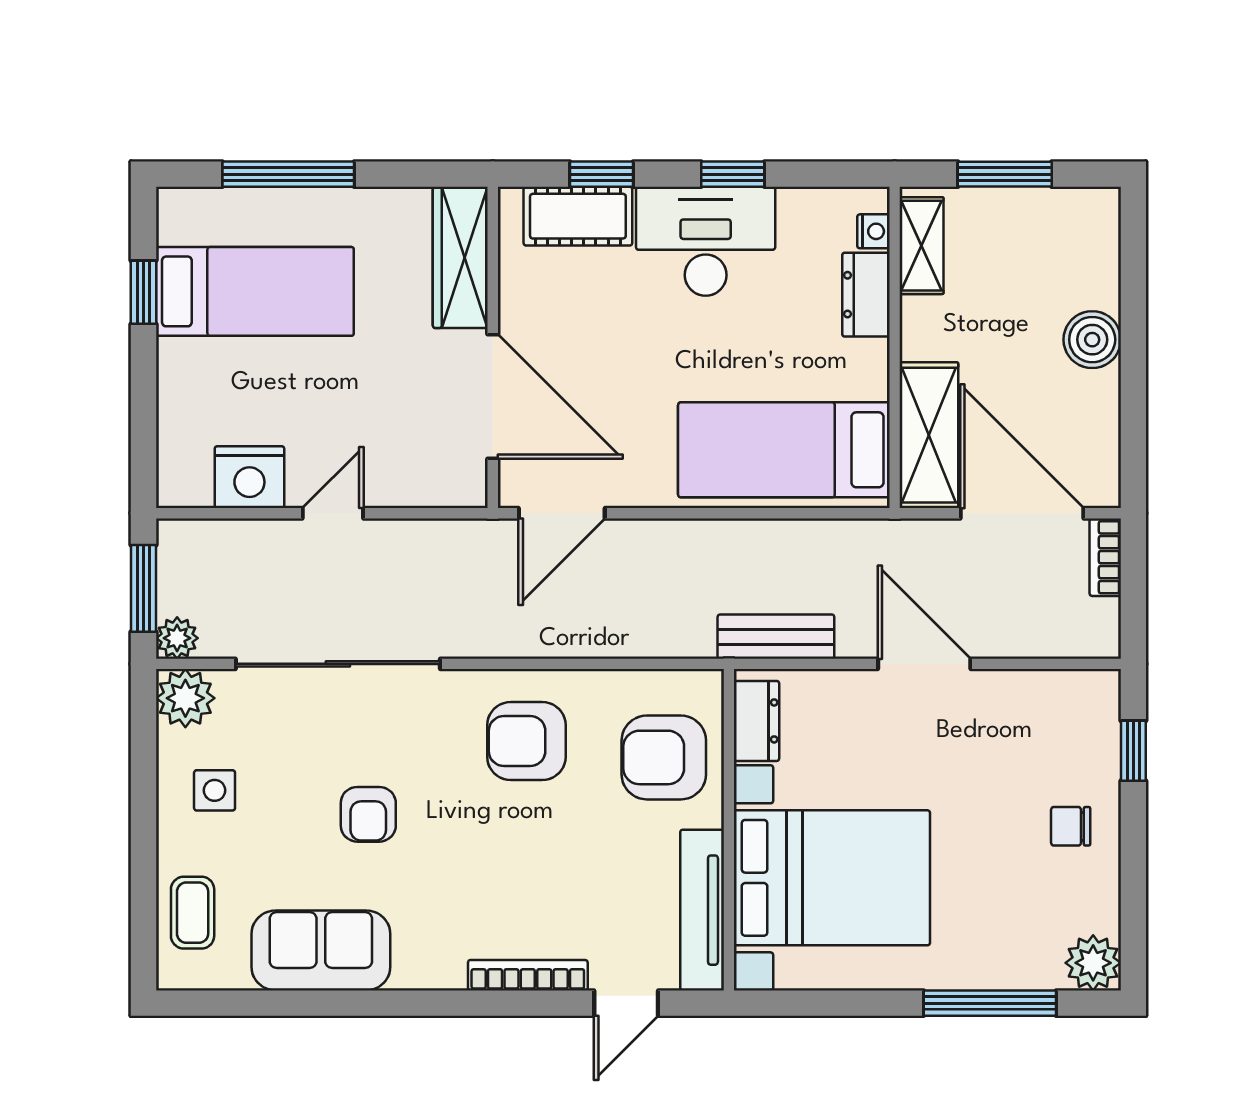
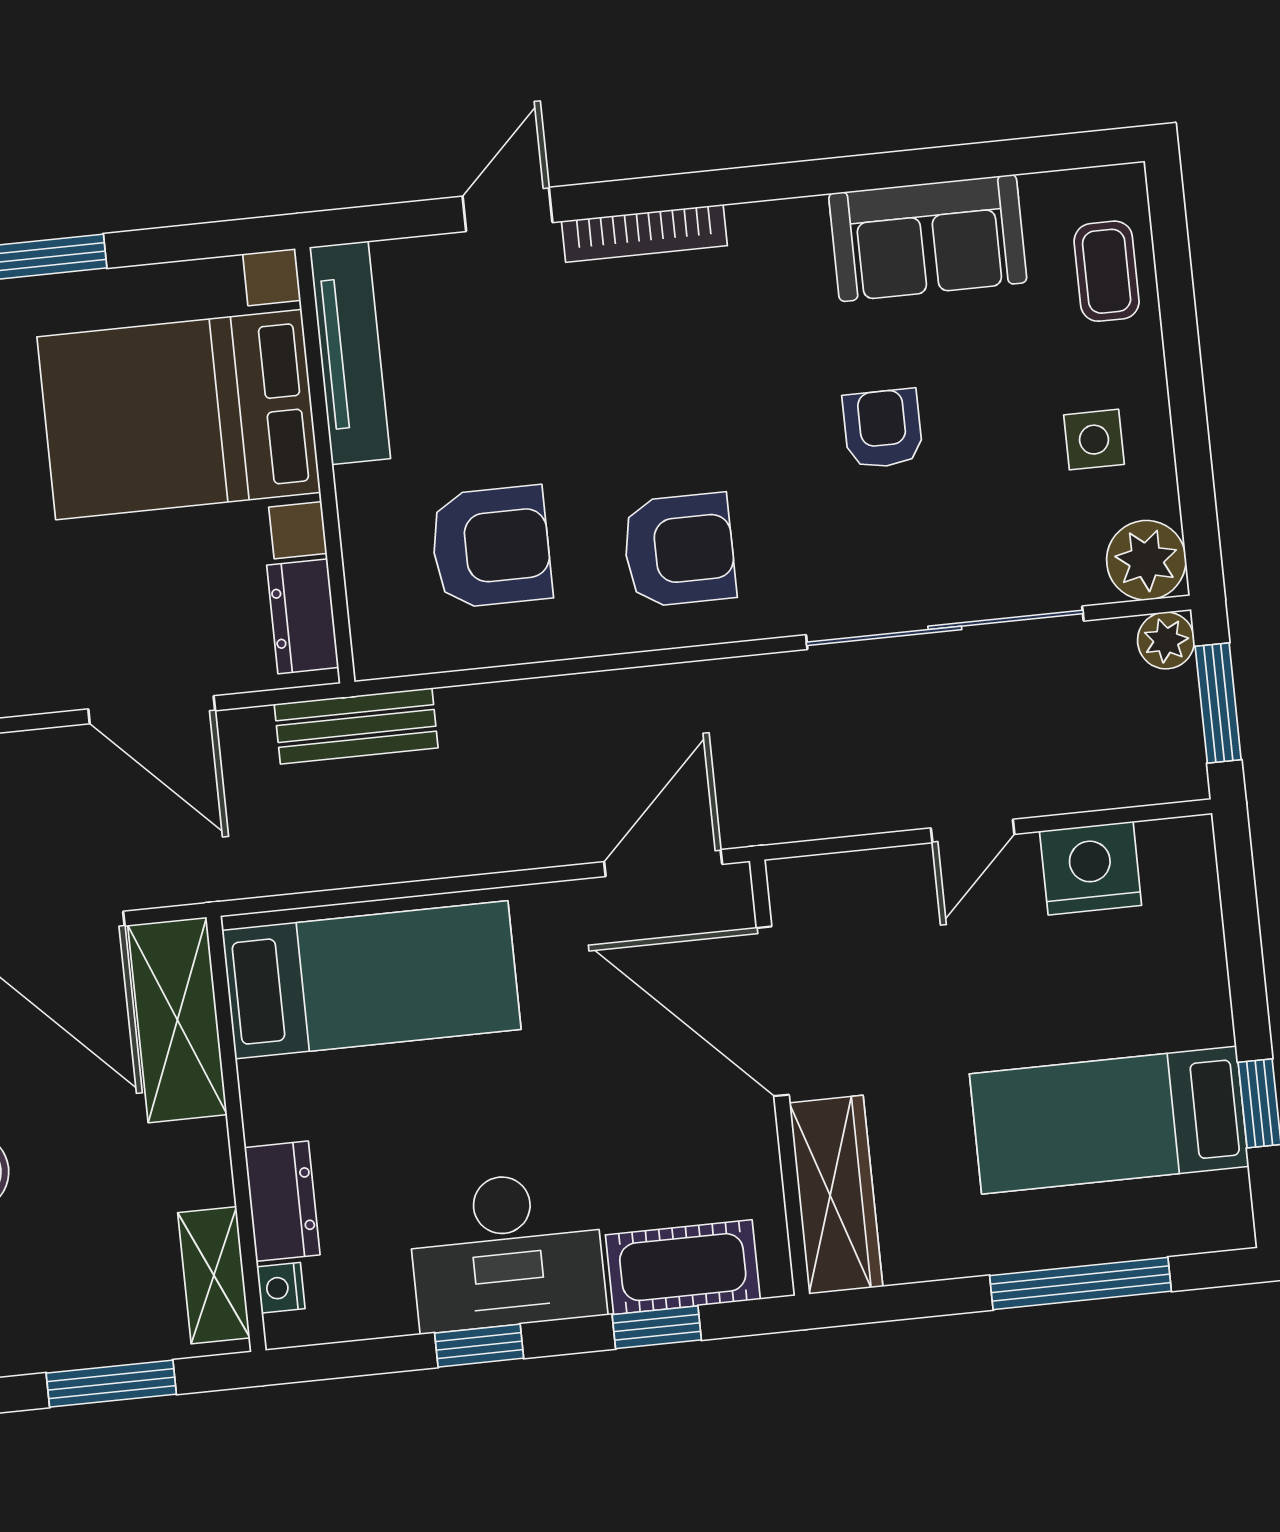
dresser: (757, 721) -> (303, 616), moved
wall: (729, 830) -> (325, 465), moved
bed with nightstands: (832, 878) -> (179, 415), moved
tv unit: (702, 910) -> (350, 353), moved

